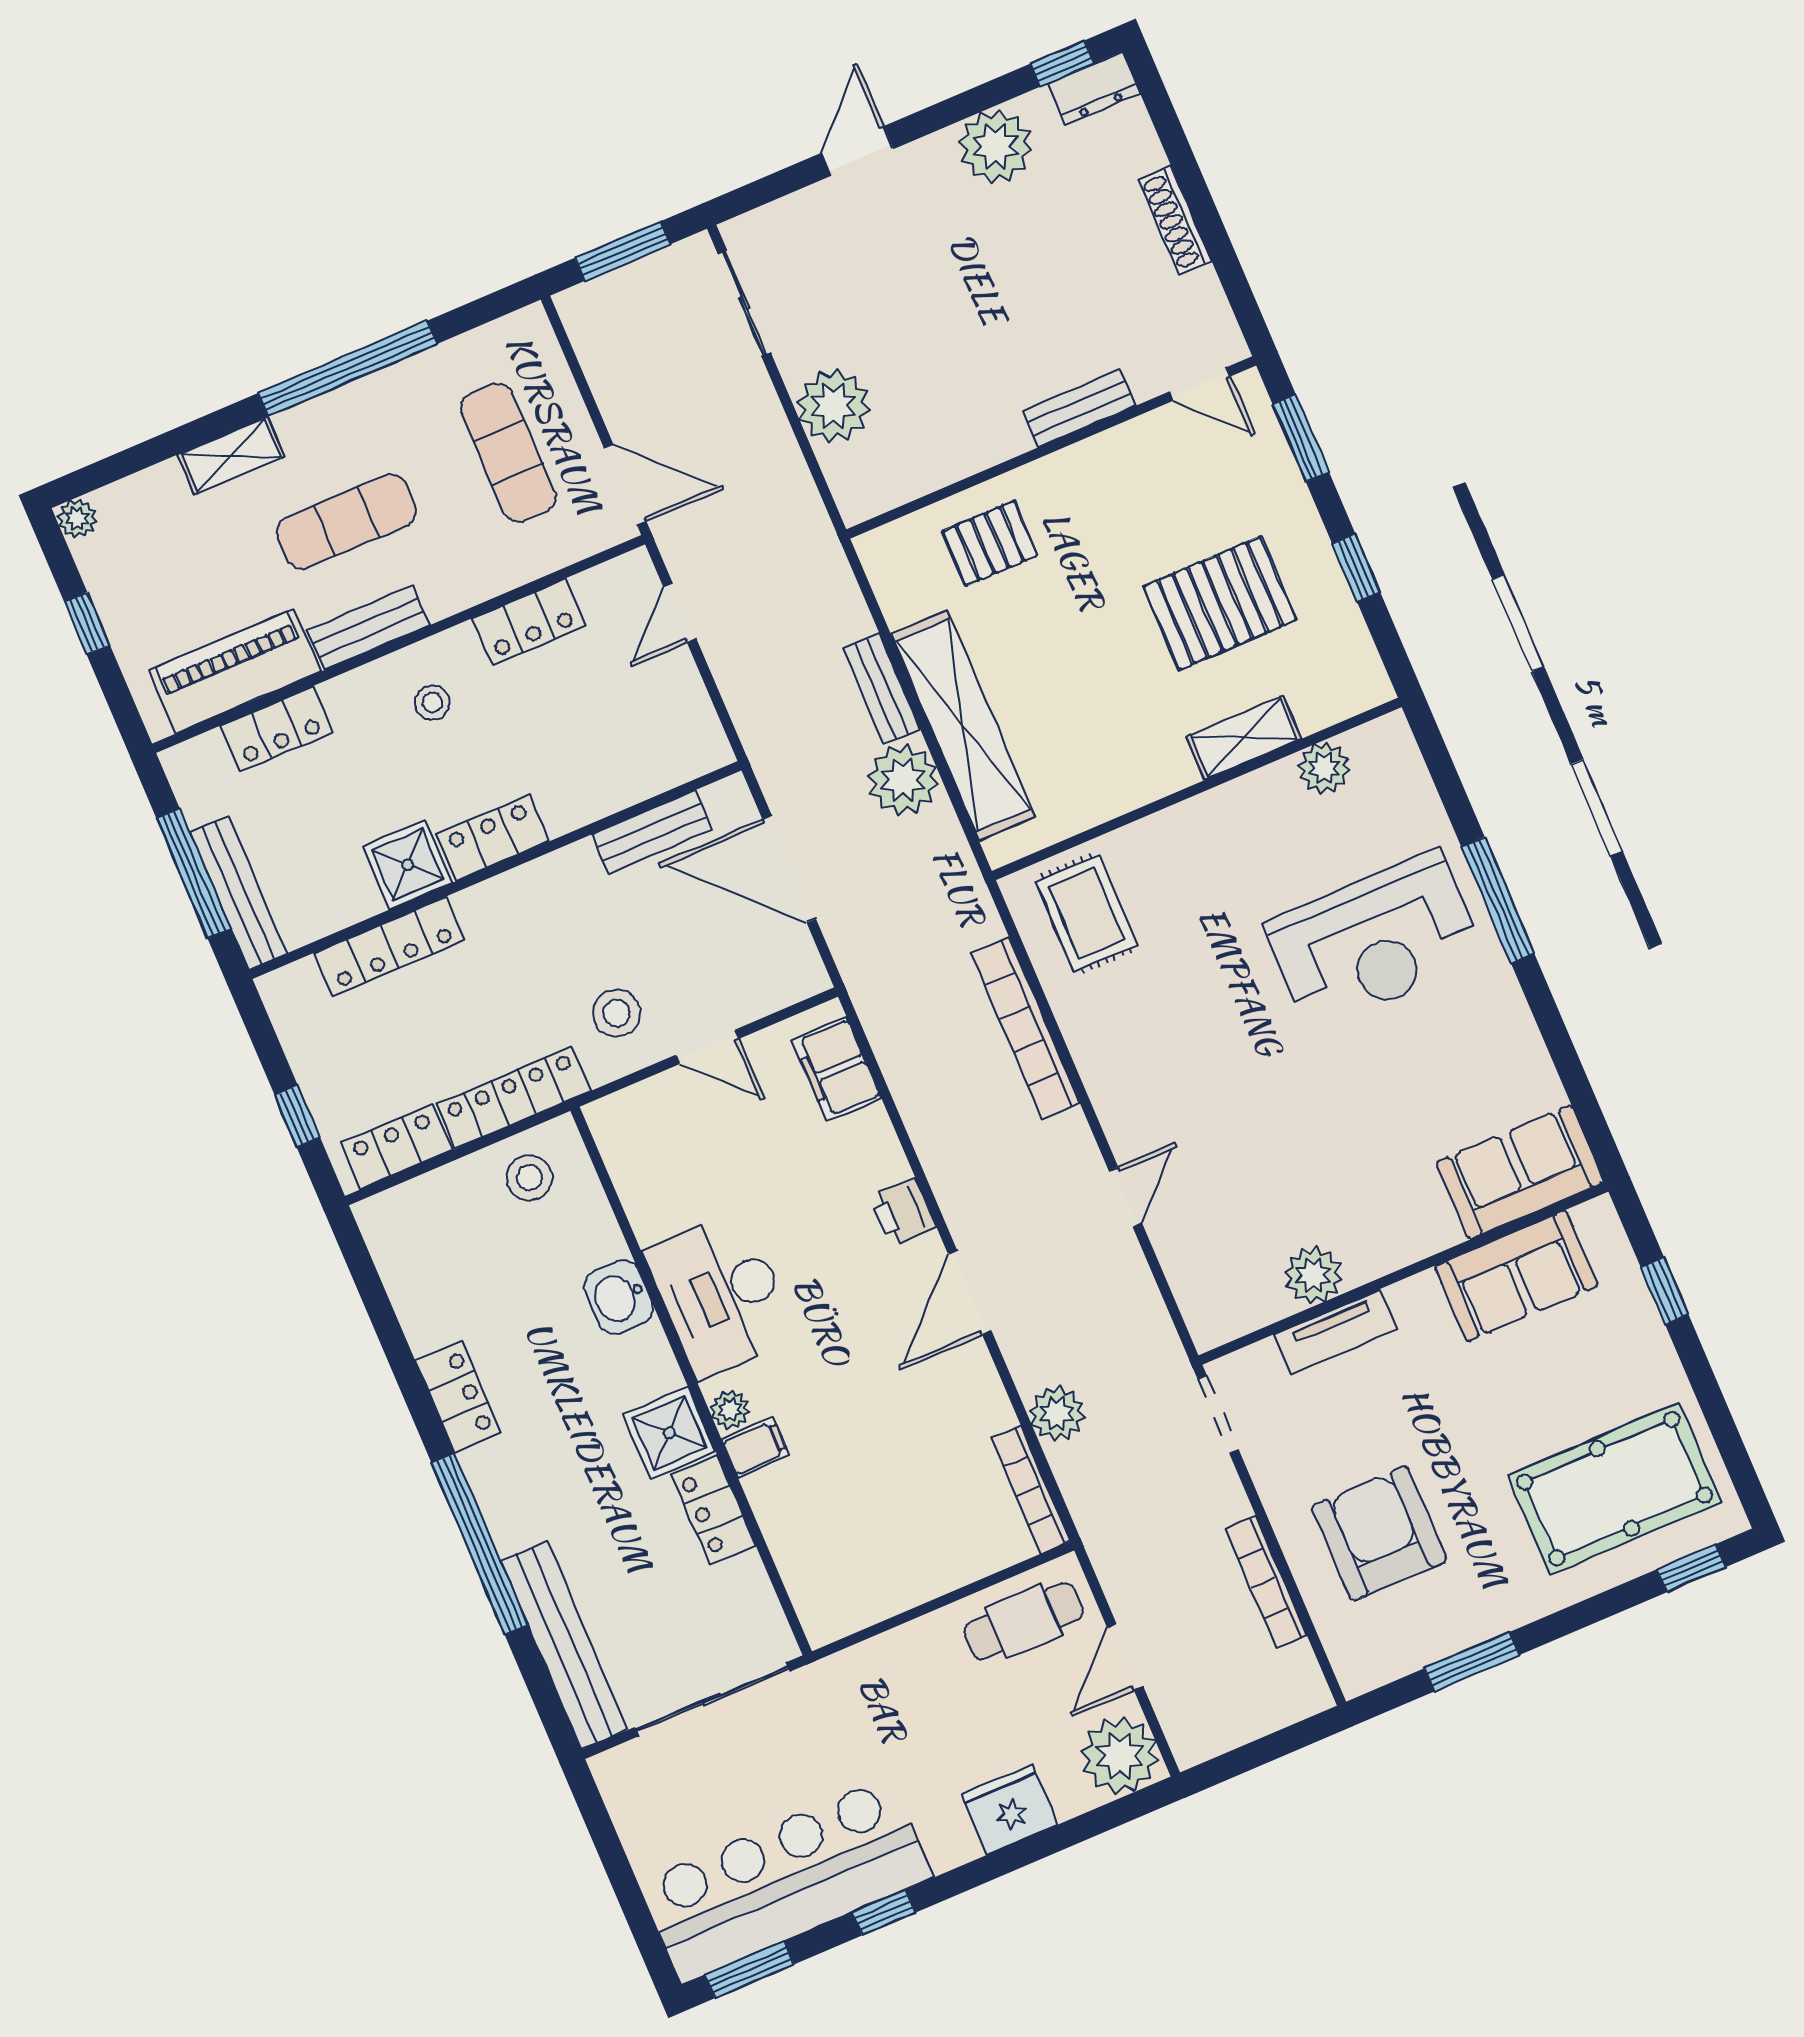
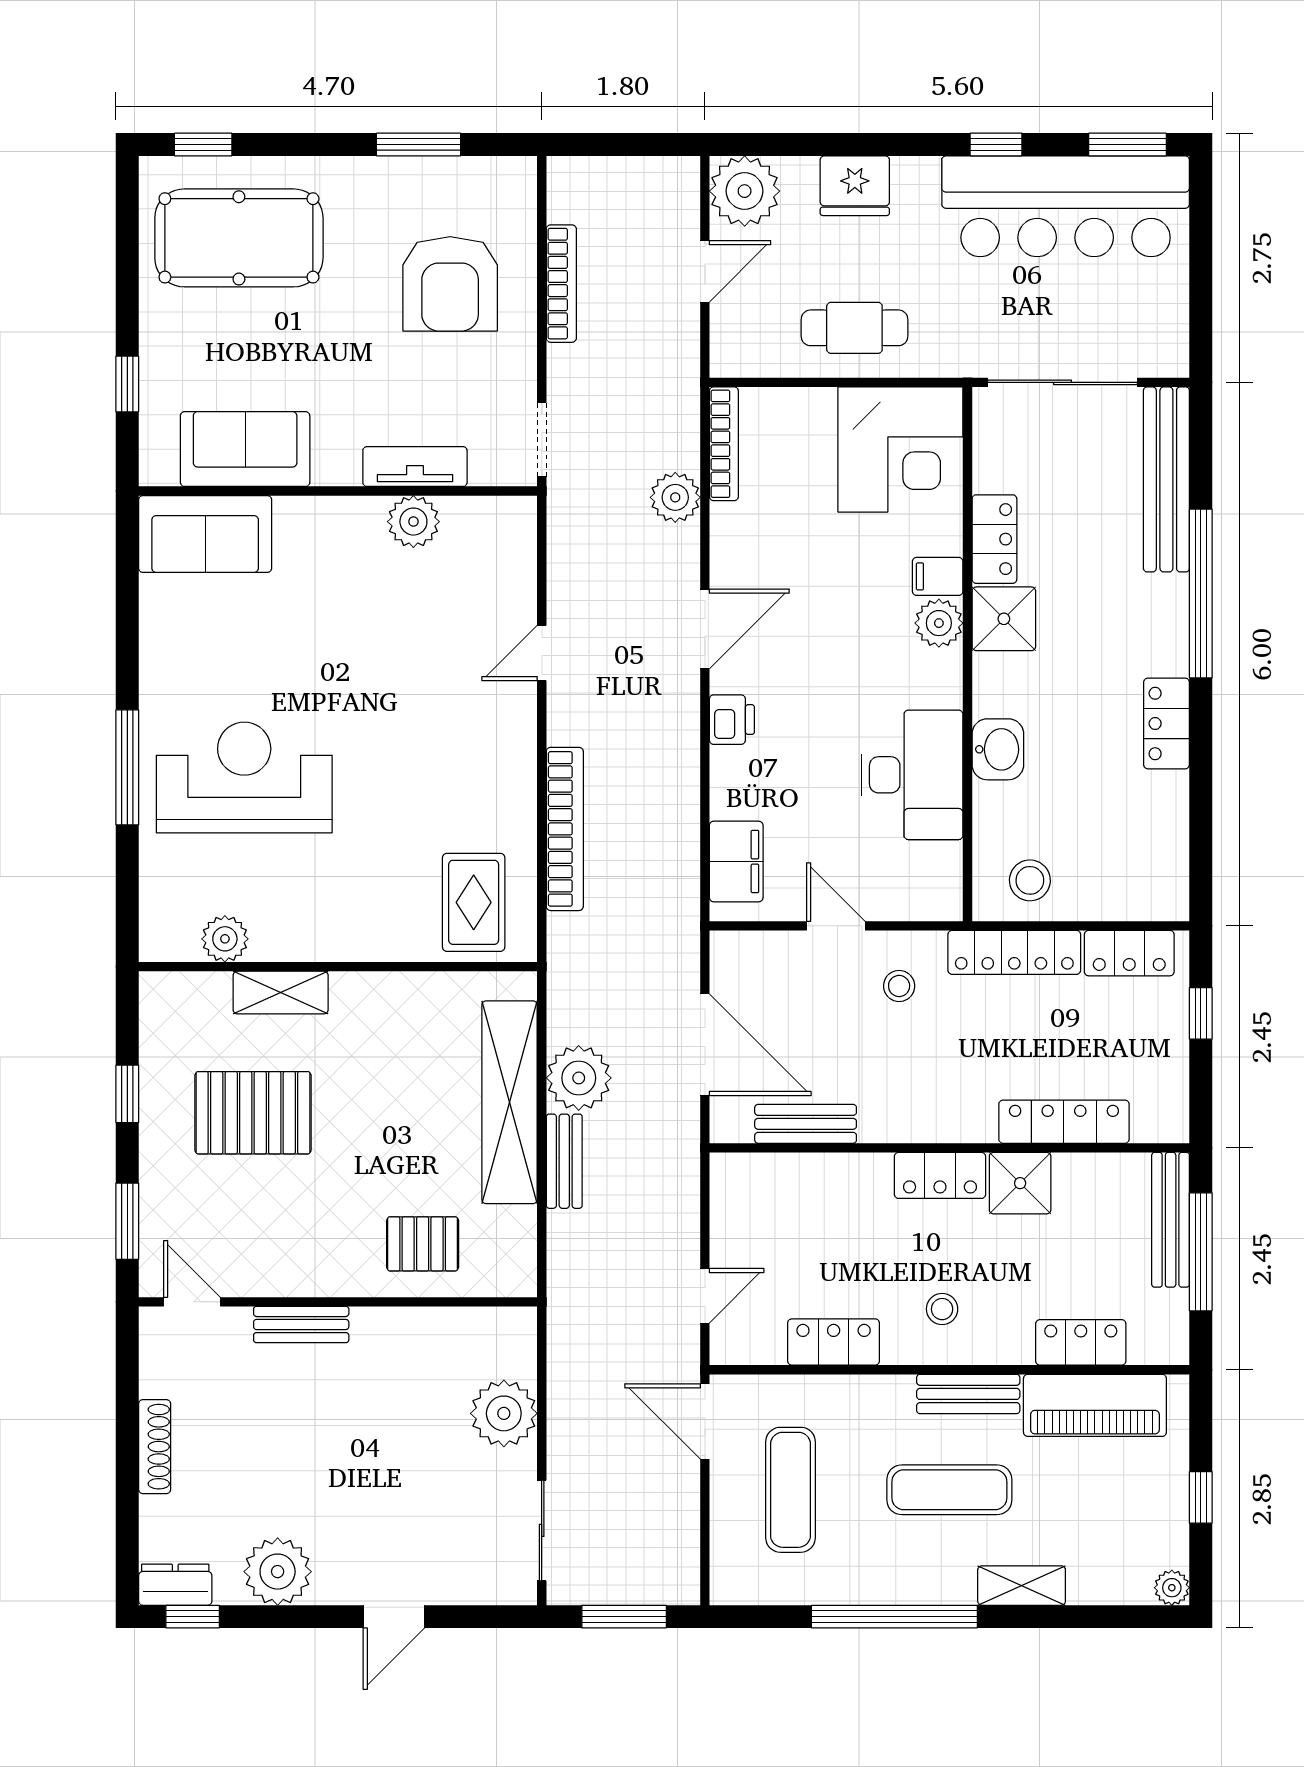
stool: (617, 1013) -> (899, 986), width x0.73, depth x0.73
desk: (721, 1294) -> (912, 775), moved
plant: (730, 1410) -> (939, 623), width x1.38, depth x1.38
corner desk: (848, 1560) -> (900, 449), added
cafe table: (1024, 1621) -> (854, 328), moved

